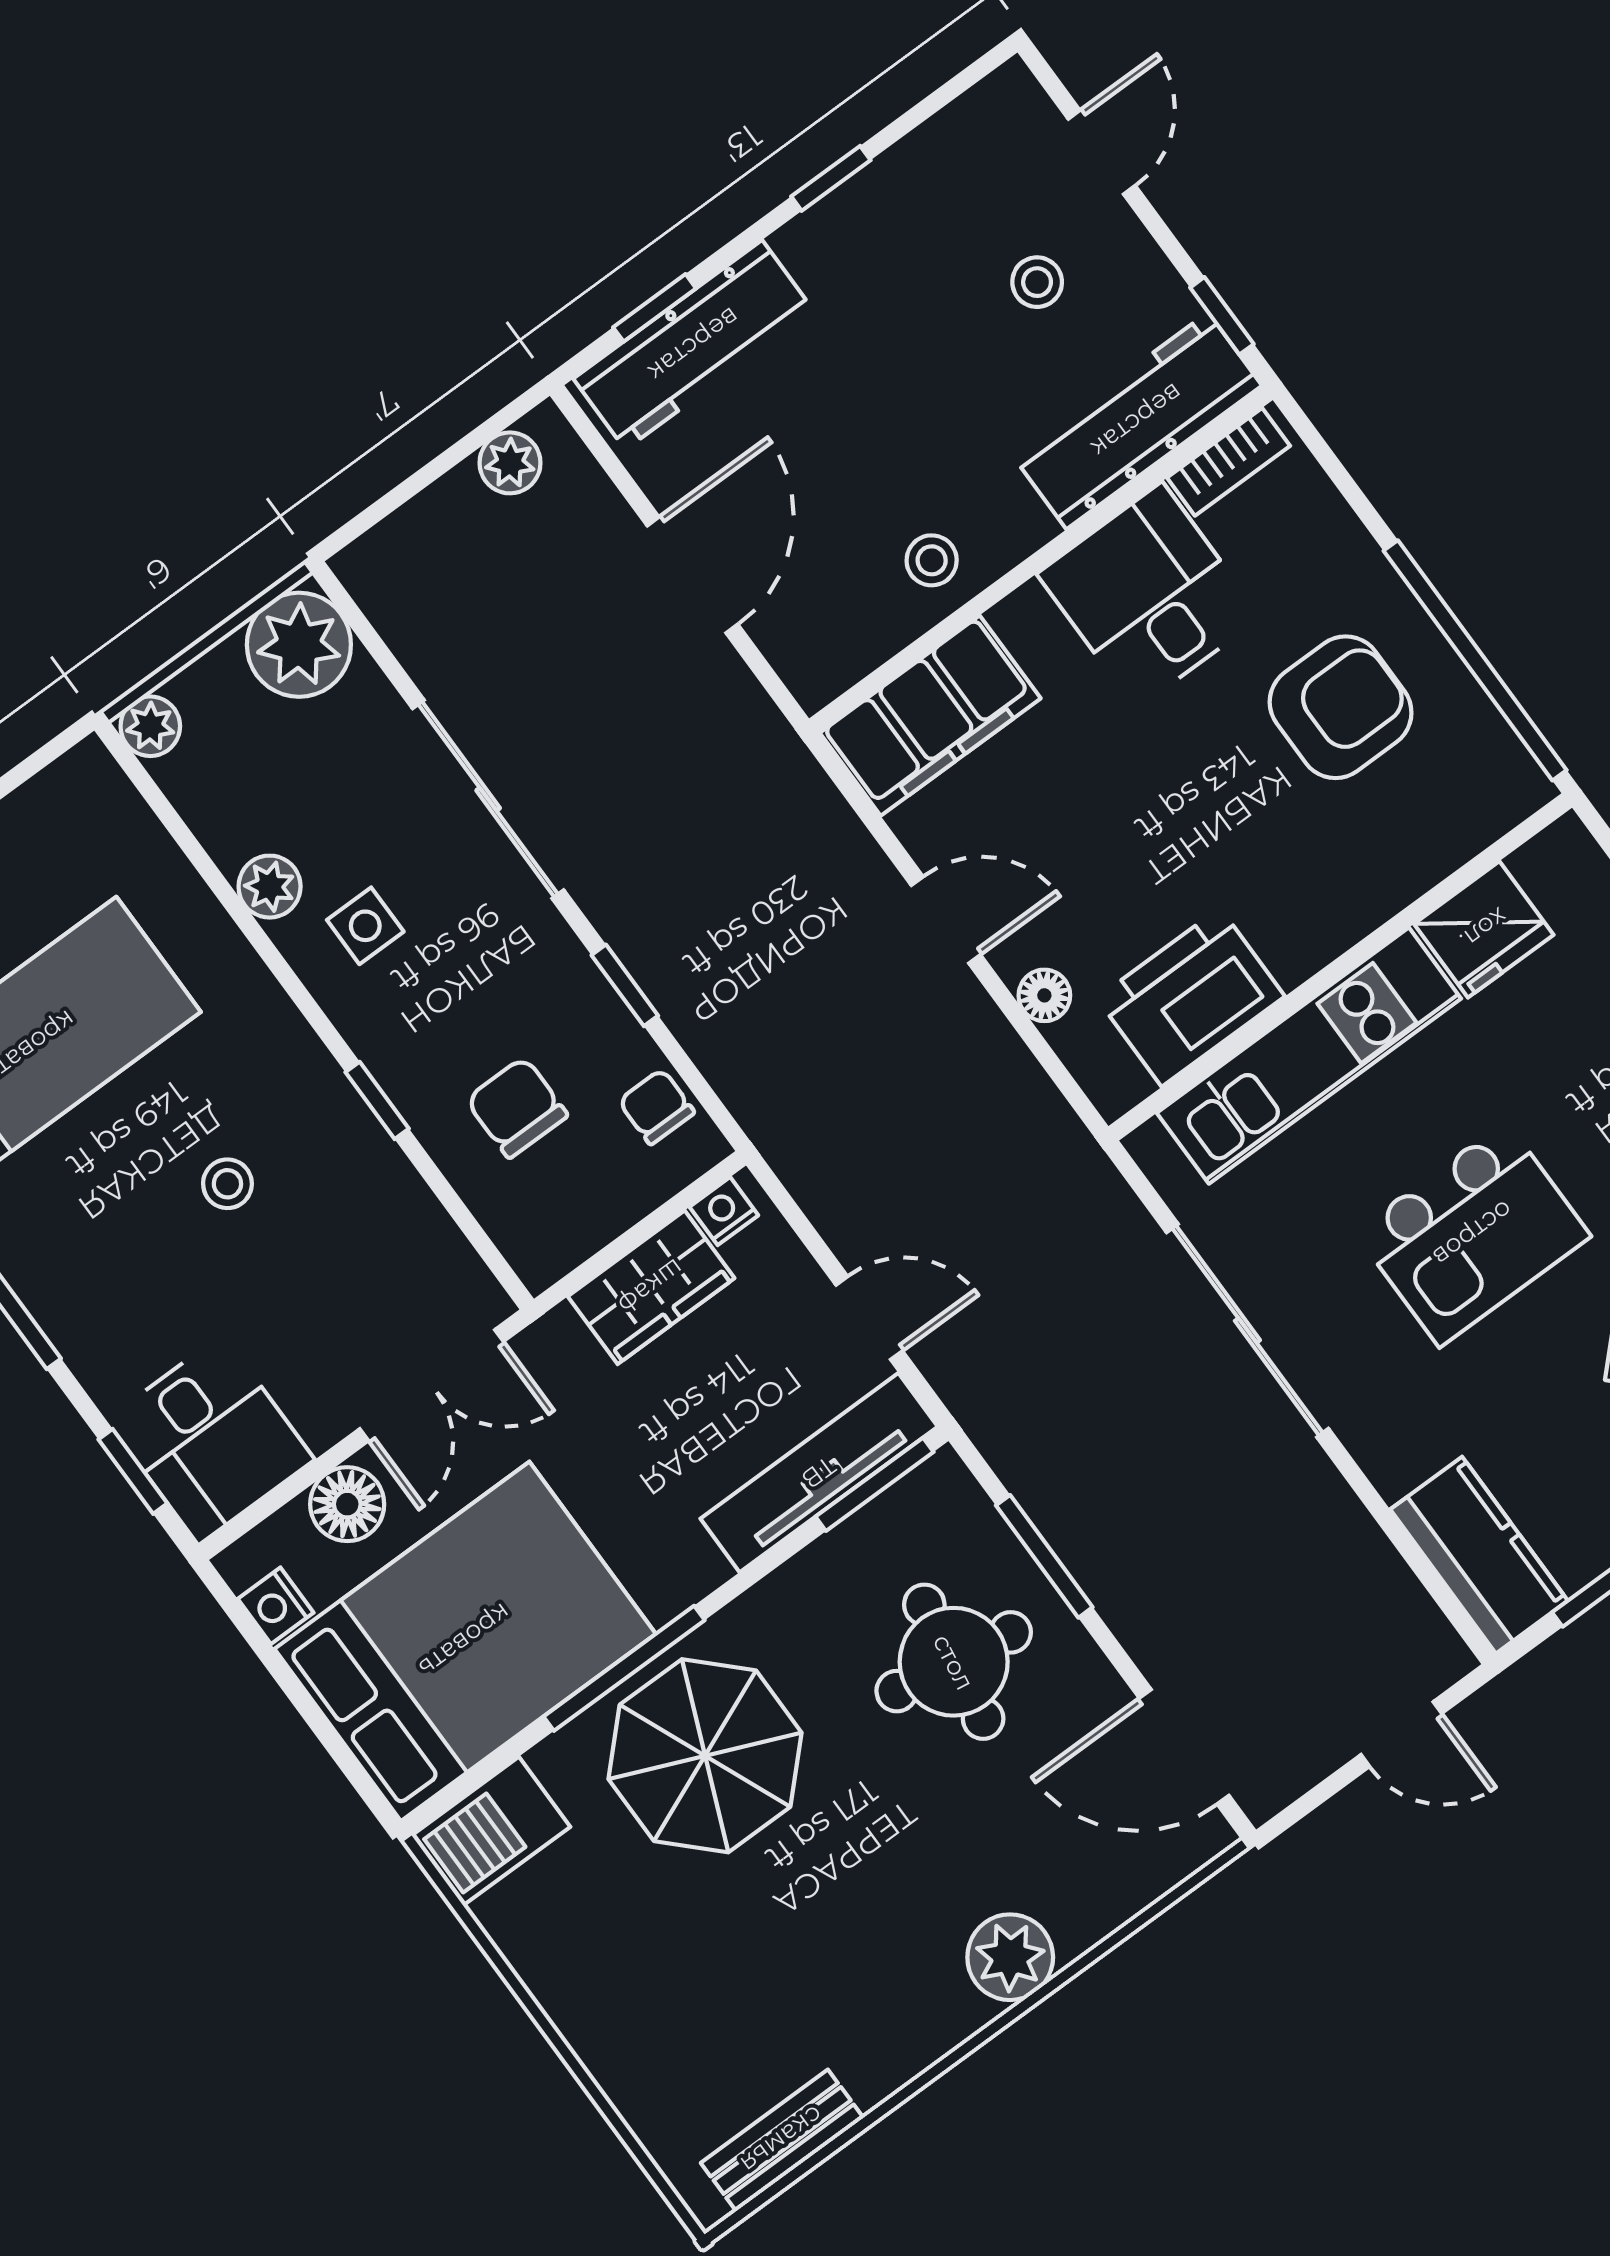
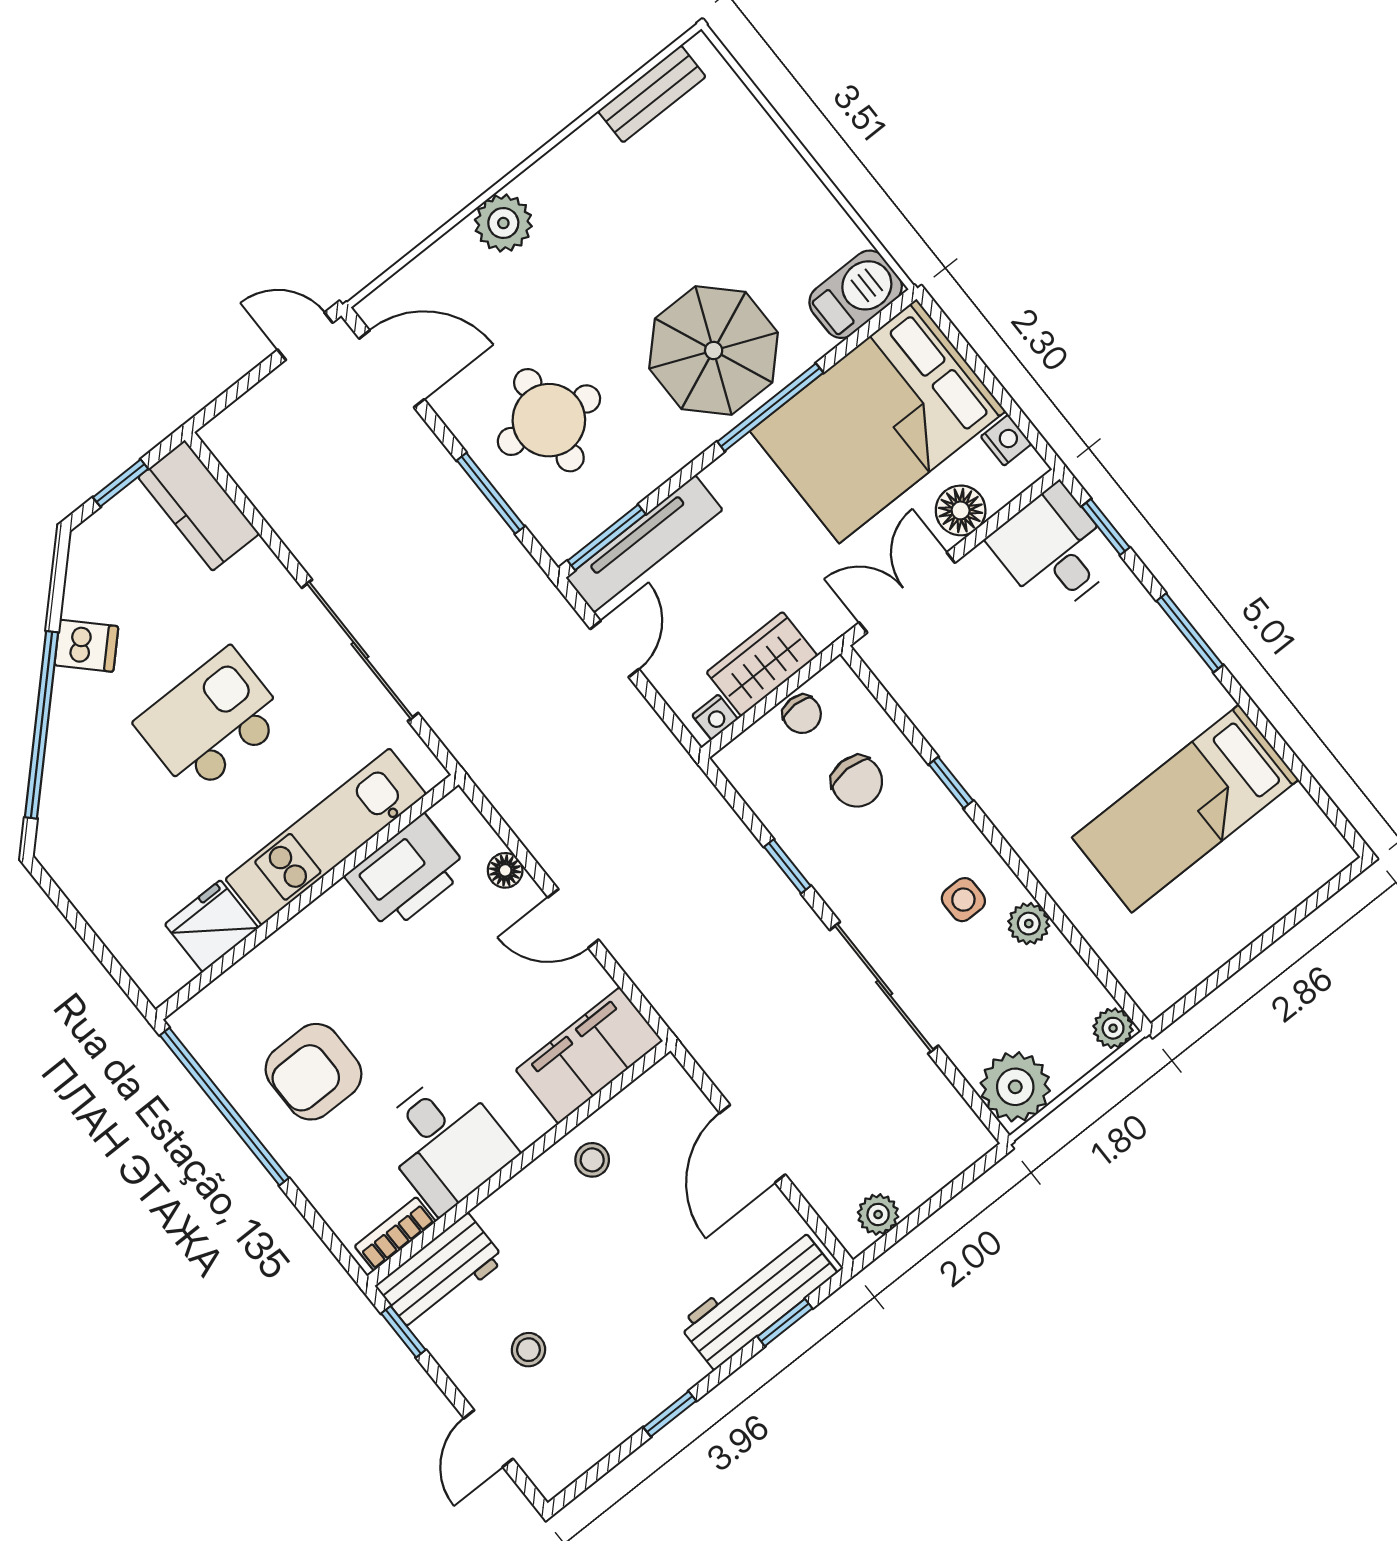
workbench: (1137, 421) -> (440, 1273), width x0.73
chair: (656, 1107) -> (802, 714), moved
stool: (227, 1184) -> (1049, 723), removed
door: (869, 1318) -> (615, 649), swing flipped
door: (1401, 1734) -> (305, 336), moved

